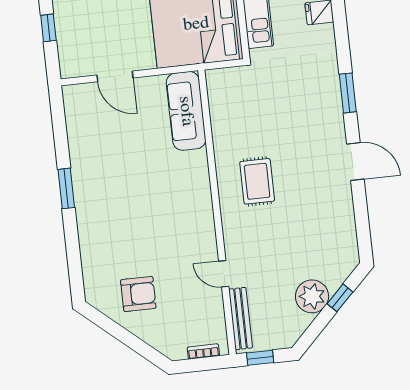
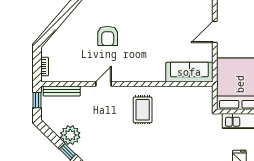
rug: (257, 181) -> (143, 110), turned 90
door: (224, 274) -> (104, 84), moved
armchair: (138, 294) -> (108, 36), moved

